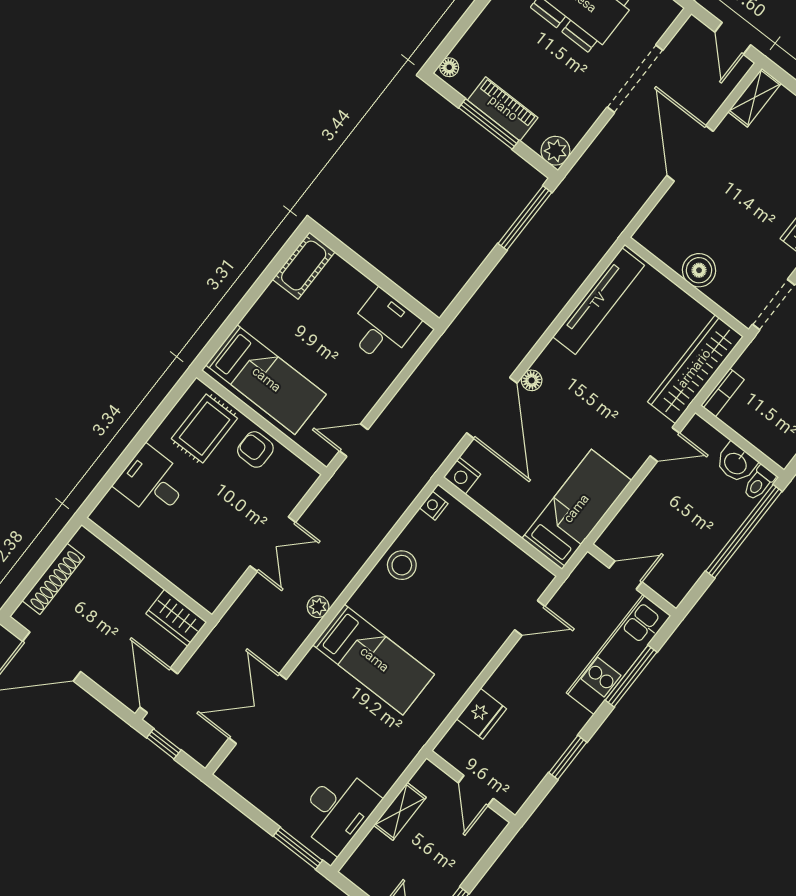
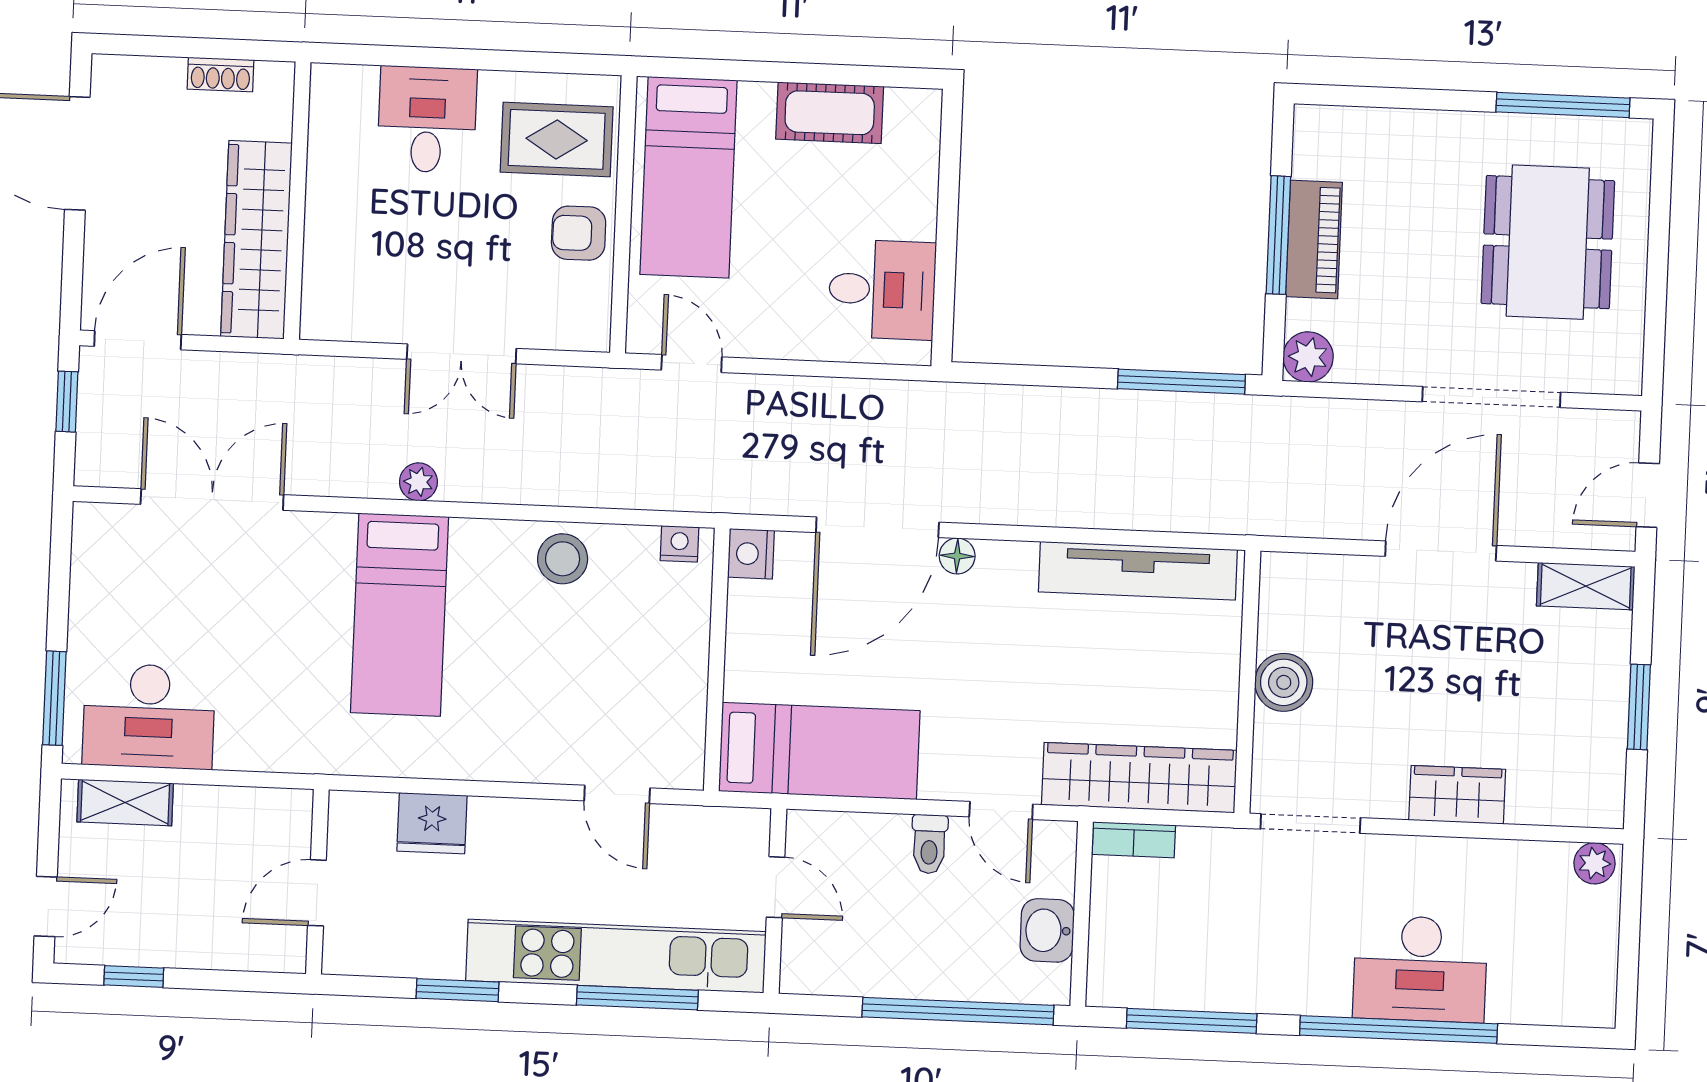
floor lamp: (449, 67) -> (1319, 121), removed
cot: (304, 266) -> (830, 113), moved
armchair: (255, 449) -> (579, 233), turned -90
toilet: (759, 483) -> (929, 844), moved, turned -90
shoe rack: (53, 579) -> (221, 74), width x0.51, depth x0.81
wardrobe: (176, 618) -> (256, 240), width x2.10, depth x1.17
kitchen unit: (619, 654) -> (616, 956), width x1.36
shelving: (400, 811) -> (125, 802), moved

